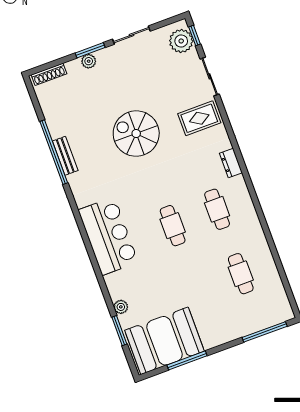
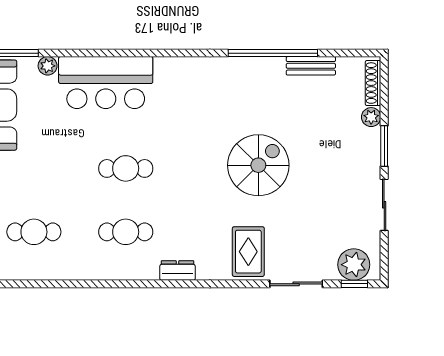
plant: (89, 61) -> (371, 117), moved
bench: (65, 156) -> (311, 66), moved
bar counter: (108, 236) -> (106, 83), moved

